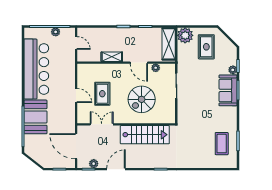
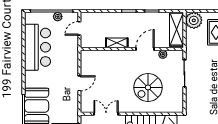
door: (76, 43) -> (79, 28), swing flipped
door: (139, 63) -> (145, 49), swing flipped
bar counter: (36, 69) -> (37, 47), width x0.73
rug: (102, 94) -> (107, 82), removed
door: (76, 95) -> (79, 83), hinge flipped

